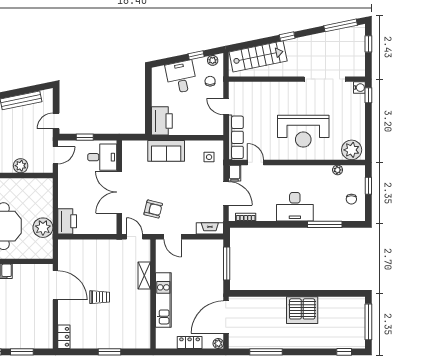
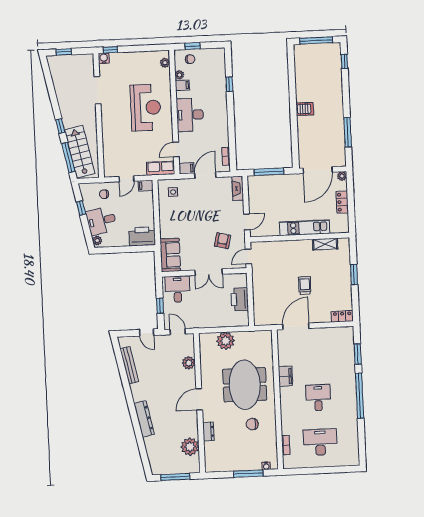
window: (341, 25) -> (68, 158), moved
plant: (213, 60) -> (97, 240), moved
doorway: (325, 79) -> (97, 90), width x0.73
filing cabinet: (217, 127) -> (146, 186), added
row of seats: (236, 137) -> (161, 168), width x0.68
plant: (352, 150) -> (165, 63), width x0.53, depth x0.53
sofa: (166, 151) -> (170, 255), moved
filing cabinet: (326, 173) -> (182, 85), added
double door: (119, 192) -> (209, 272), width x0.73
chair: (351, 199) -> (190, 59), moved
desk: (295, 207) -> (190, 115), moved, turned 180
printer: (67, 221) -> (240, 299), moved, turned -90
window: (325, 224) -> (229, 84), width x0.46
plant: (43, 228) -> (226, 341), moved
shelving: (144, 276) -> (325, 244), moved
server rack: (302, 310) -> (305, 109), width x0.46, depth x0.70
door: (226, 317) -> (318, 170), hinge flipped

